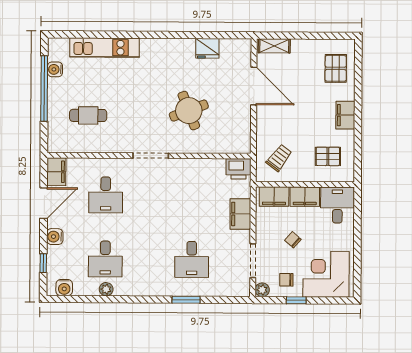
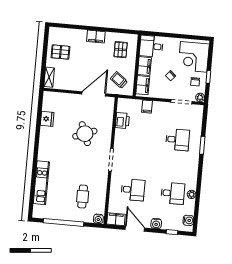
pallet: (336, 68) -> (60, 52), moved
water cooler: (55, 69) -> (98, 219), moved
door: (254, 86) -> (94, 94), moved
printer: (238, 169) -> (122, 121), moved
filing cabinet: (240, 214) -> (147, 107), width x0.50

